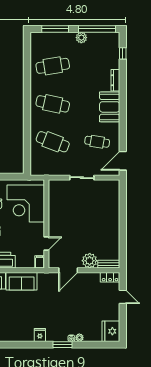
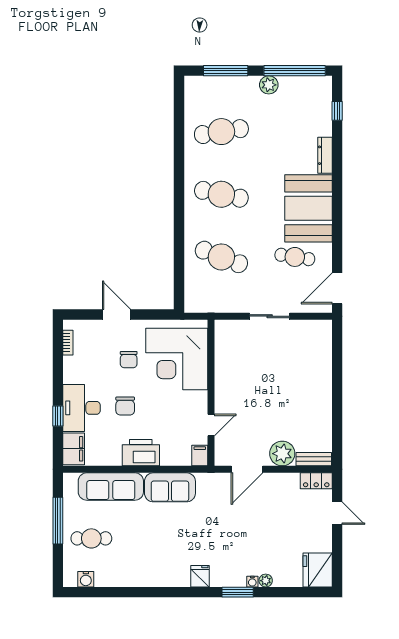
booth: (110, 107) -> (308, 208), width x1.36, depth x1.42

